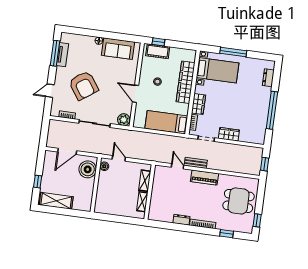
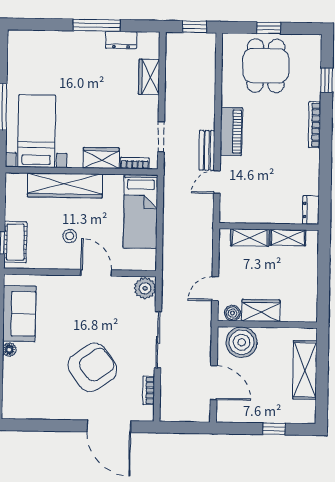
window: (55, 53) -> (41, 425), removed
tv unit: (63, 55) -> (42, 412), removed
dresser: (268, 78) -> (121, 40), moved
door: (50, 91) -> (109, 426), width x1.87
door: (135, 94) -> (96, 273), swing flipped
window: (272, 110) -> (97, 25), width x0.68
wardrobe: (229, 134) -> (149, 77), moved
wardrobe: (104, 182) -> (261, 310), added
shelving: (56, 201) -> (305, 370), moved
dresser: (181, 220) -> (311, 210), moved
window: (257, 220) -> (268, 28), moved

